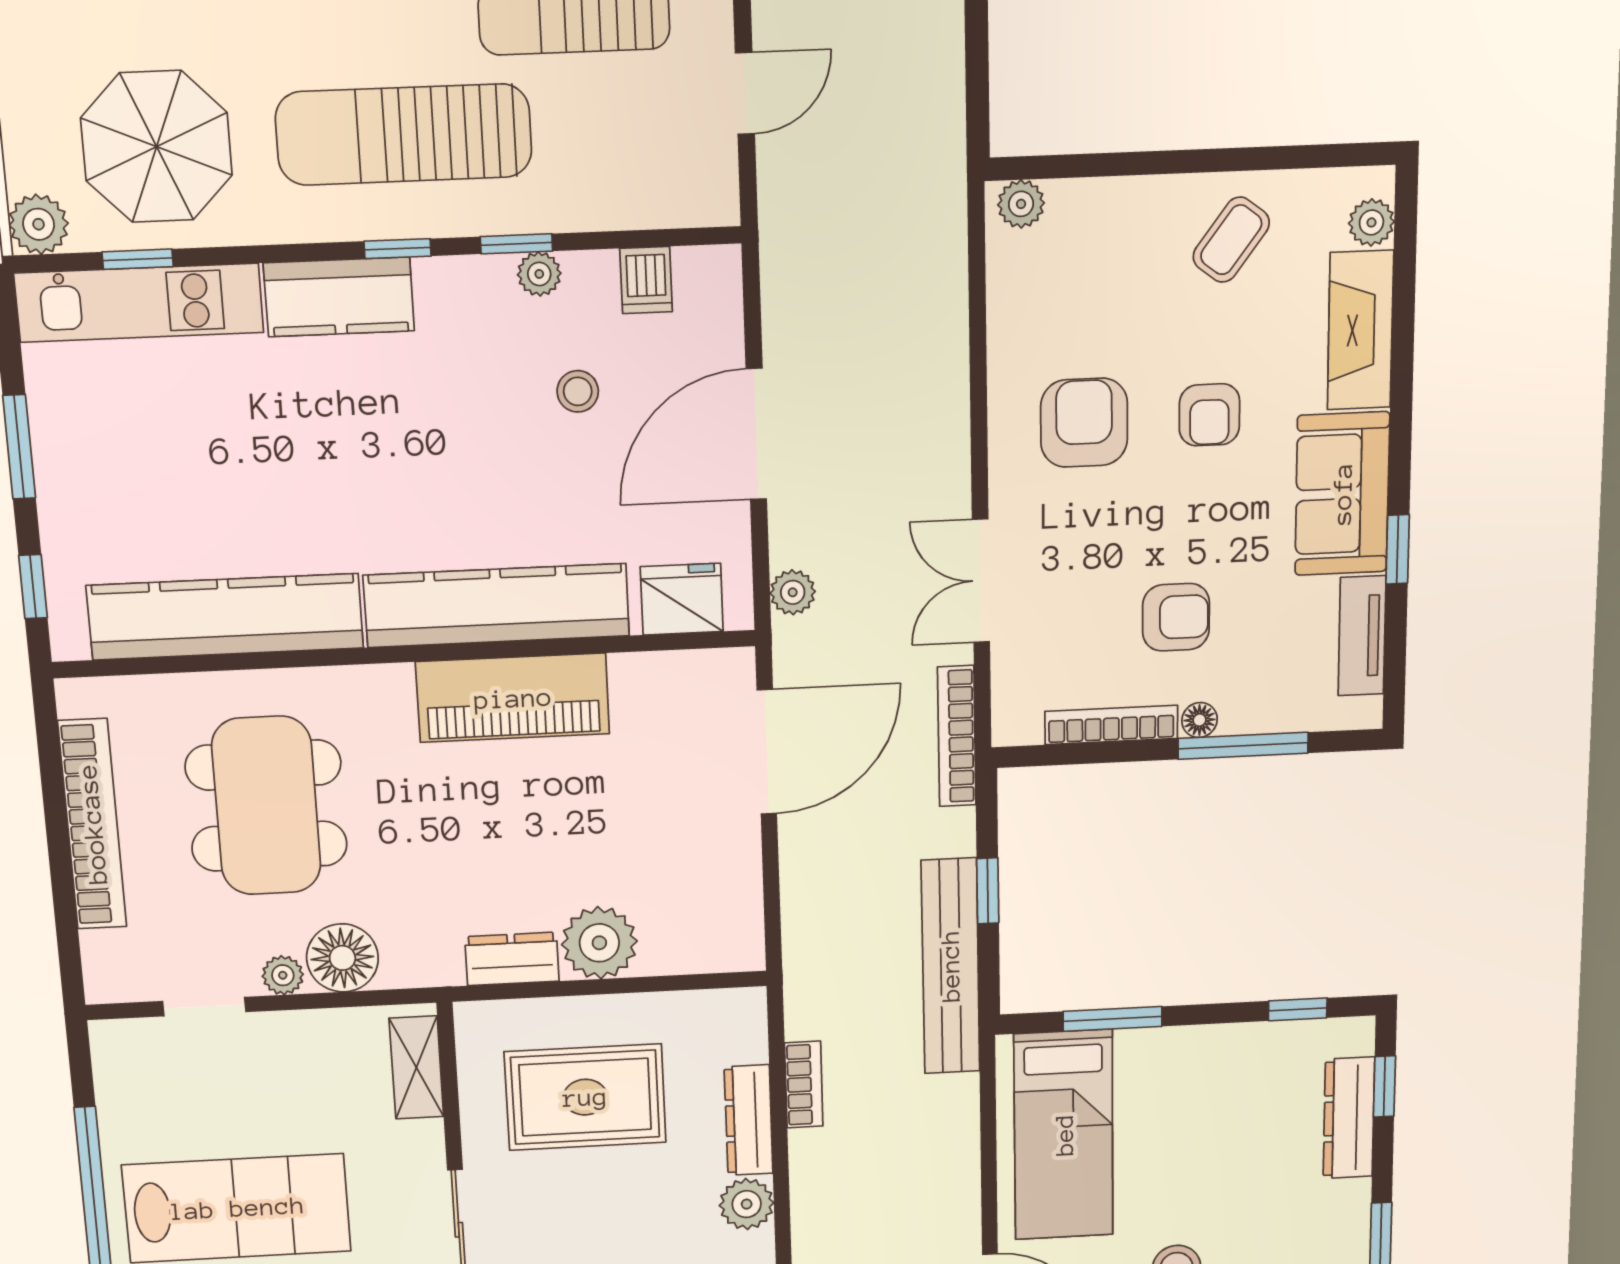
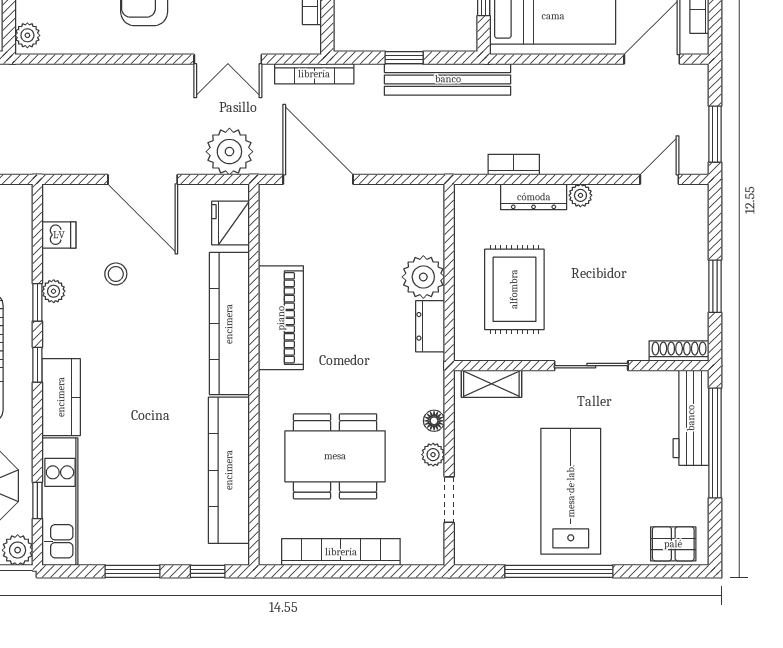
plant: (793, 592) -> (229, 152), width x1.87, depth x1.87
floor lamp: (342, 958) -> (434, 421), width x0.53, depth x0.53
plant: (747, 1204) -> (580, 195), width x0.73, depth x0.73

